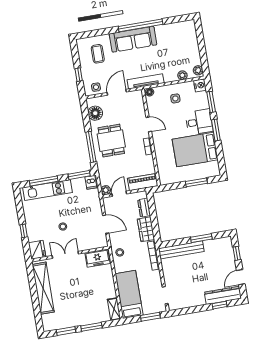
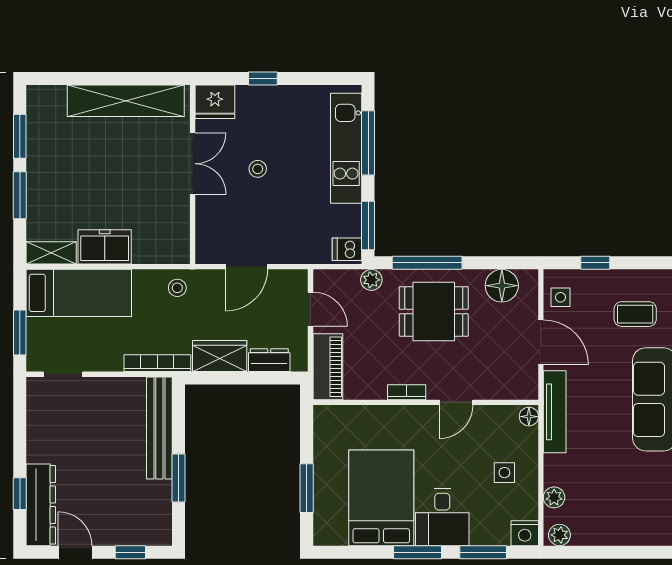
plant: (106, 190) -> (371, 280), moved
freezer: (97, 258) -> (105, 247), moved, turned 90

